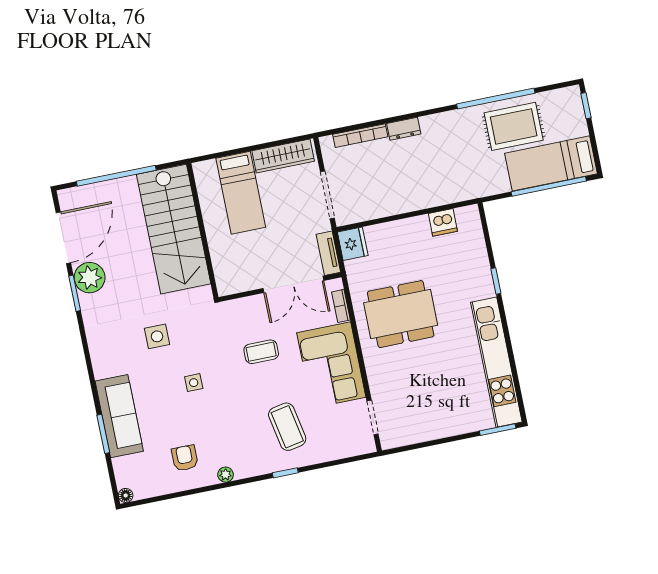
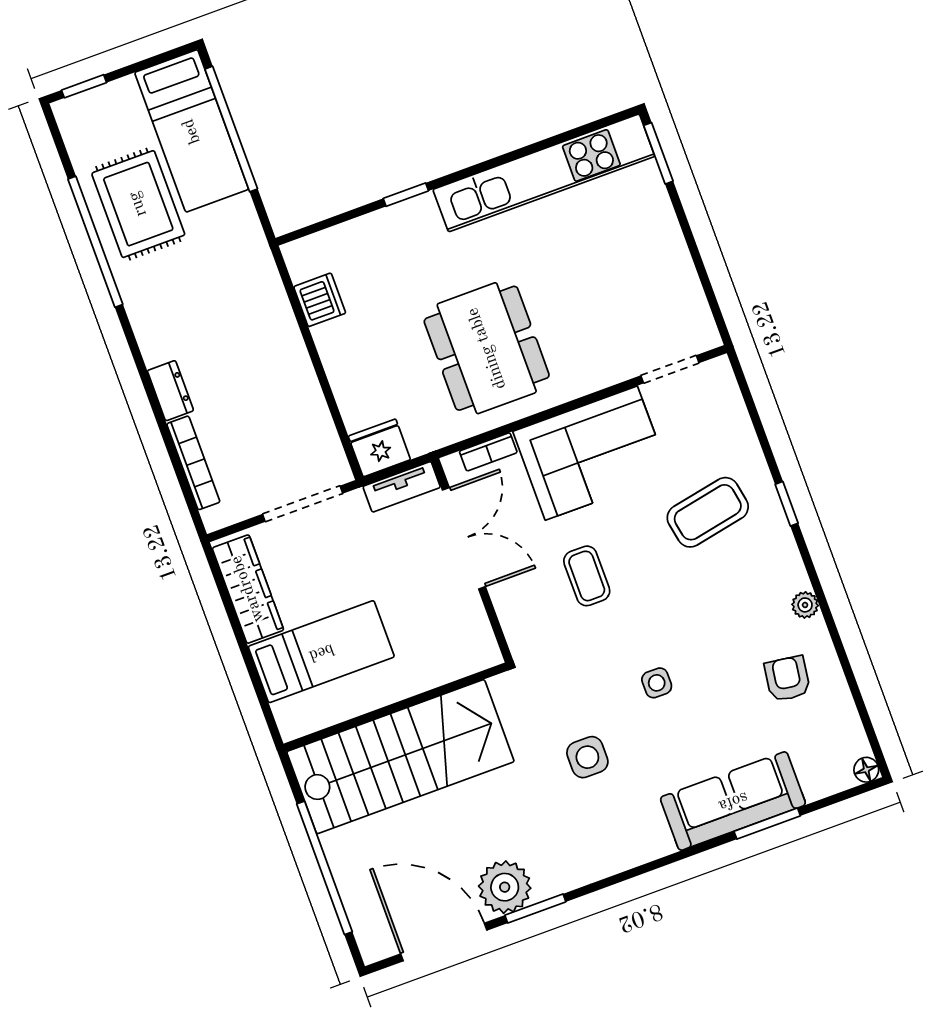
armchair: (185, 458) -> (787, 679), turned 98

